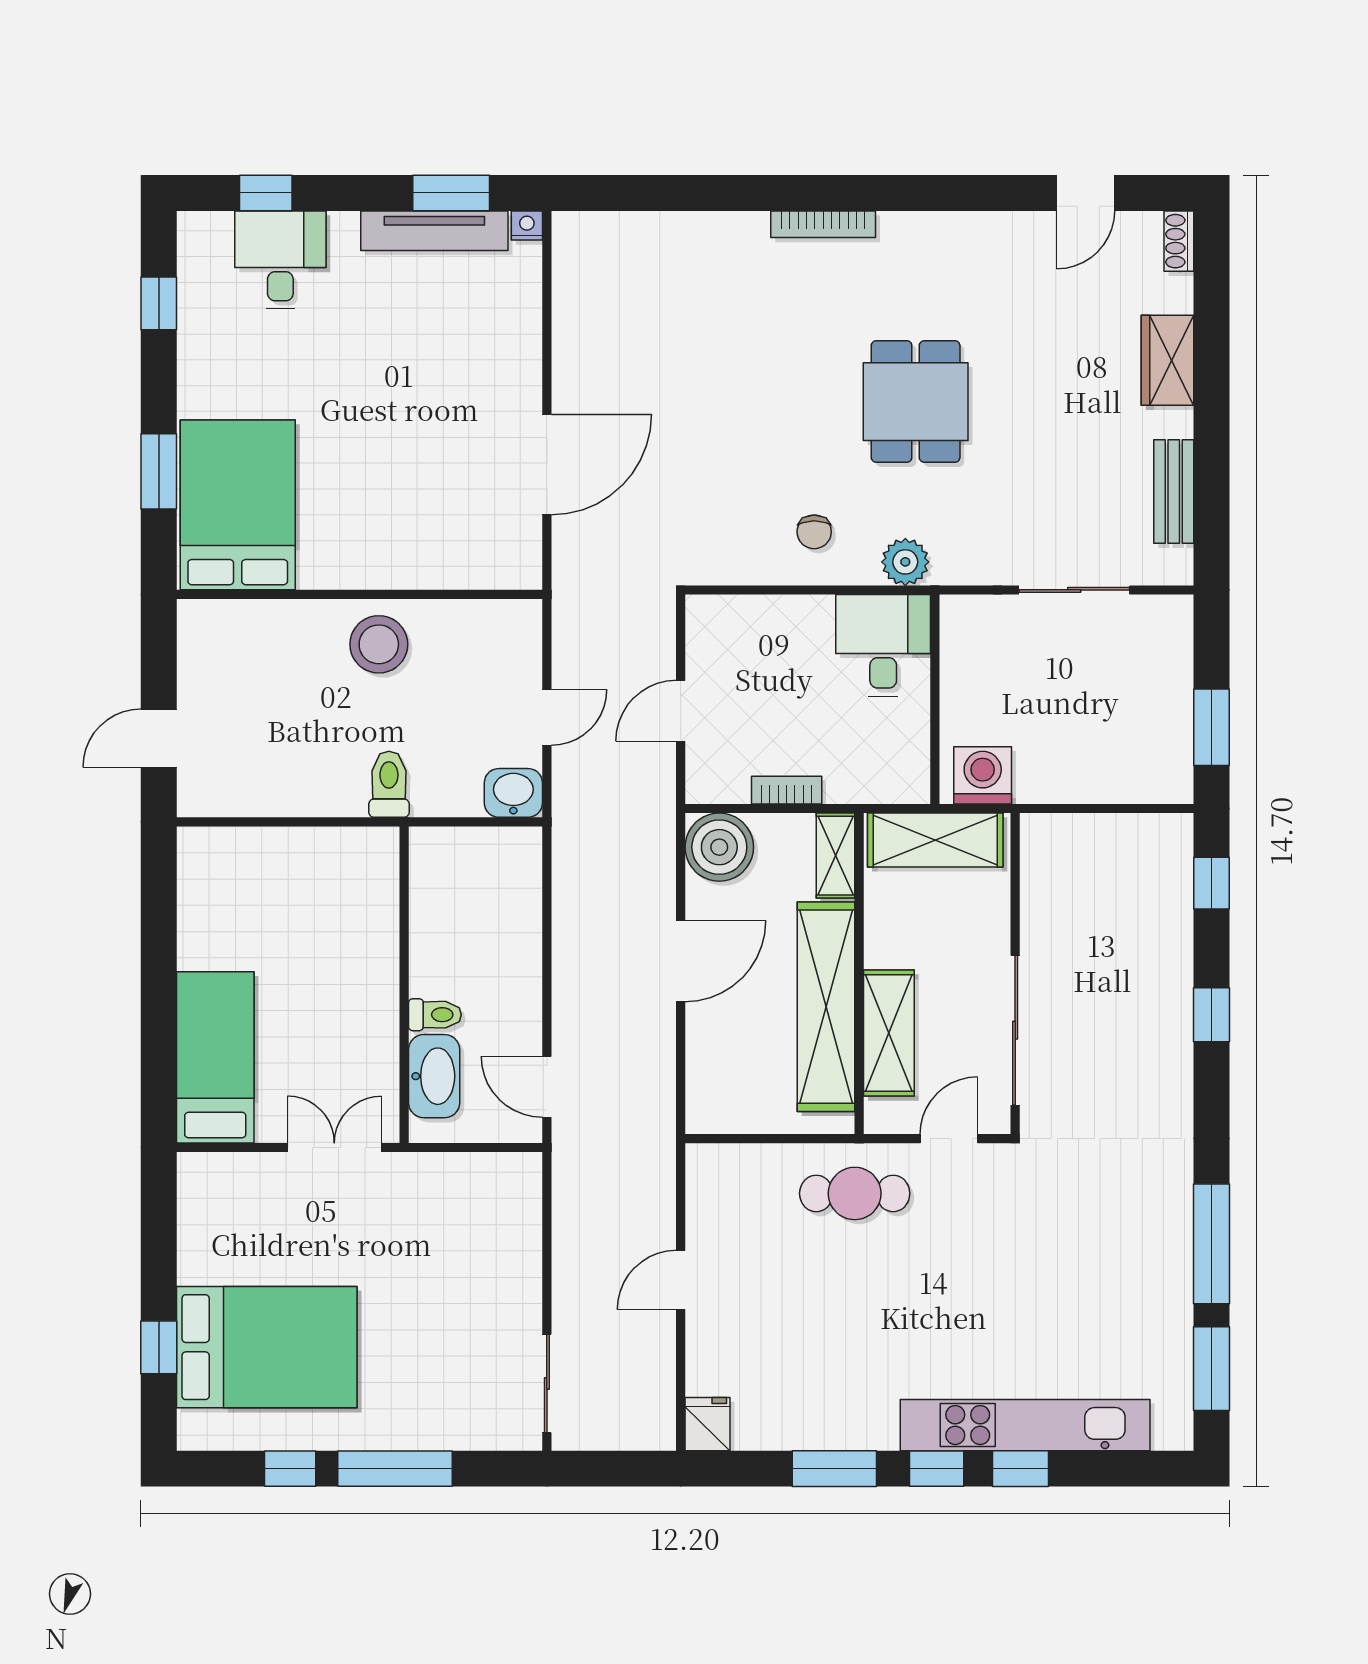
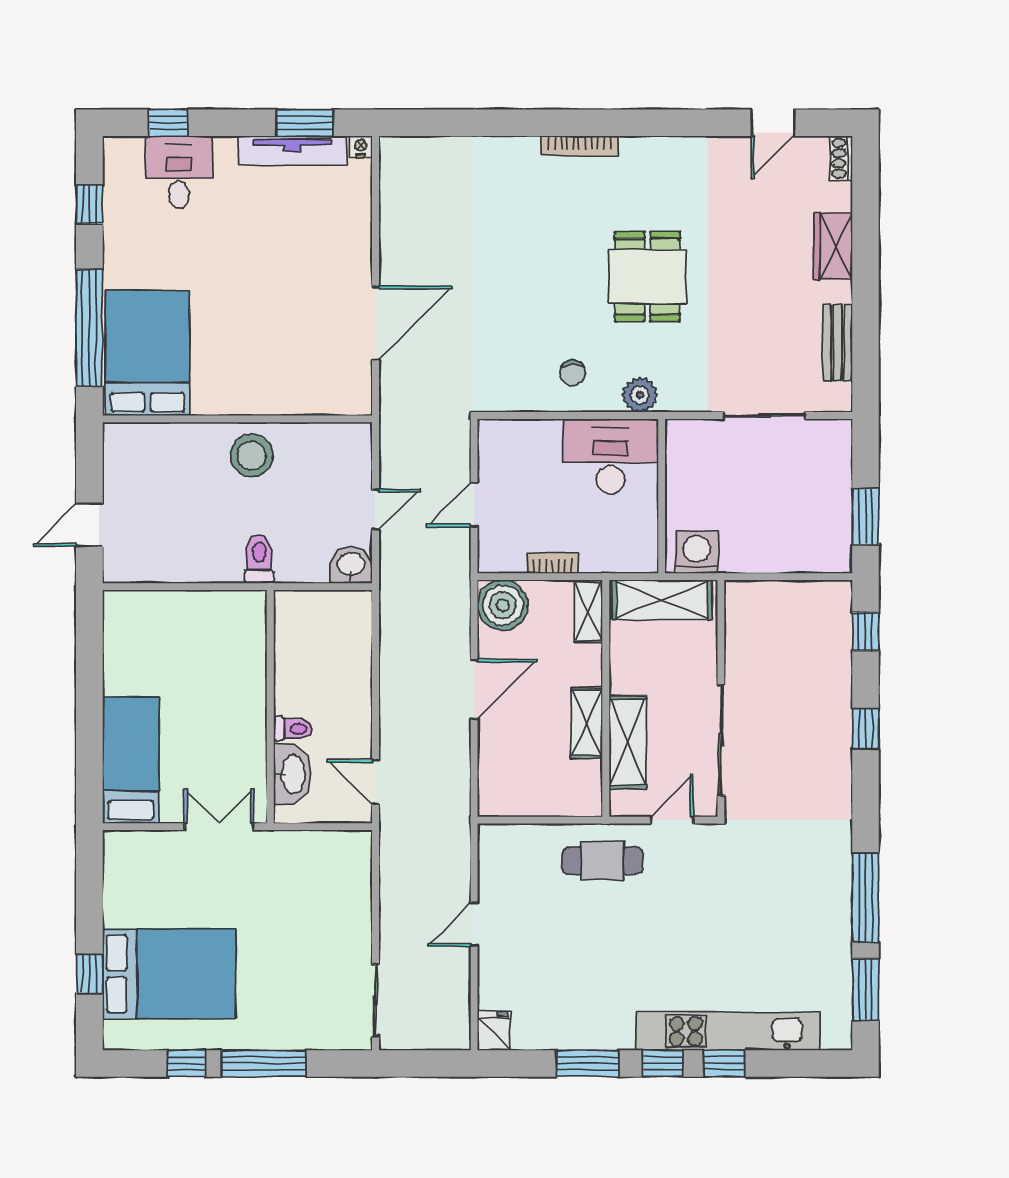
window: (159, 471) -> (89, 328), width x2.11
desk: (883, 645) -> (611, 456), width x1.37
shelving: (826, 1007) -> (587, 723), width x0.45, depth x0.75

